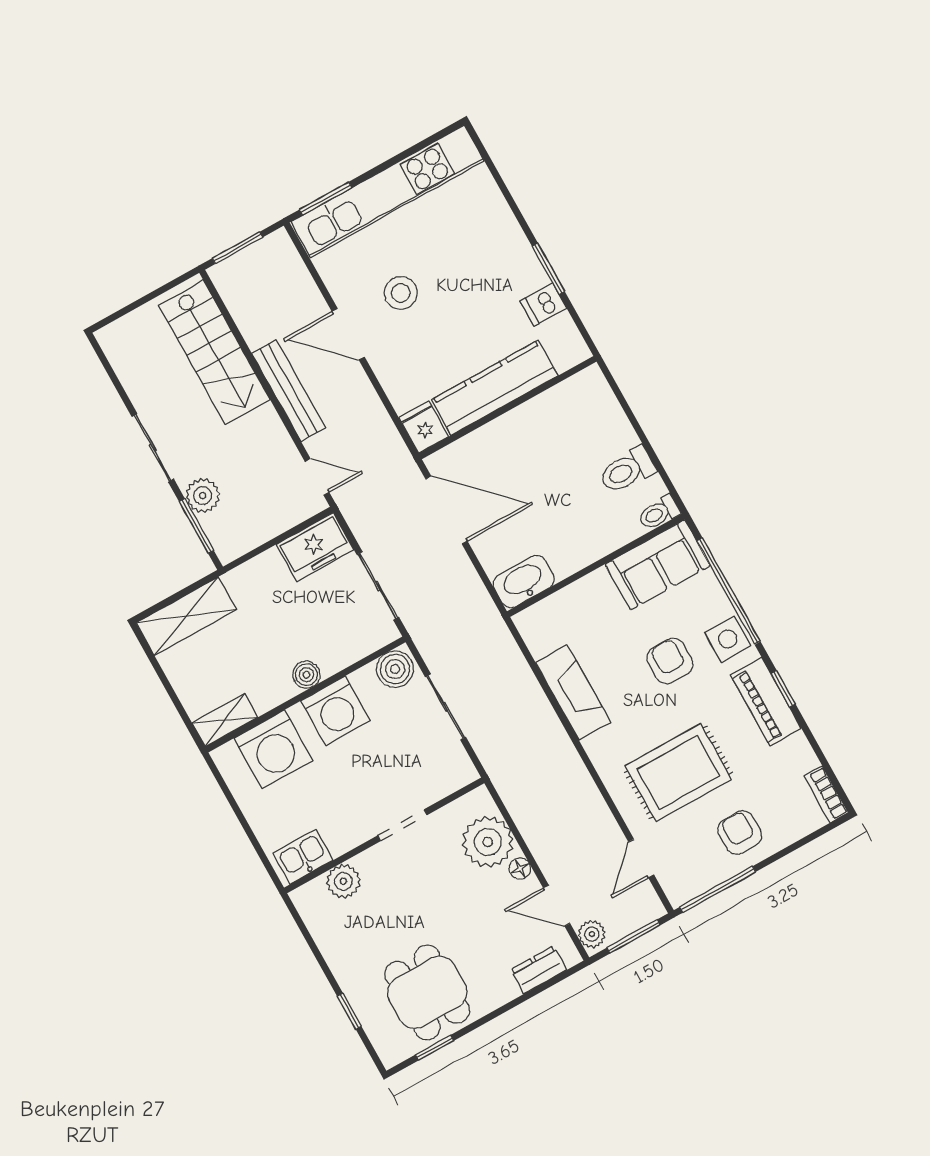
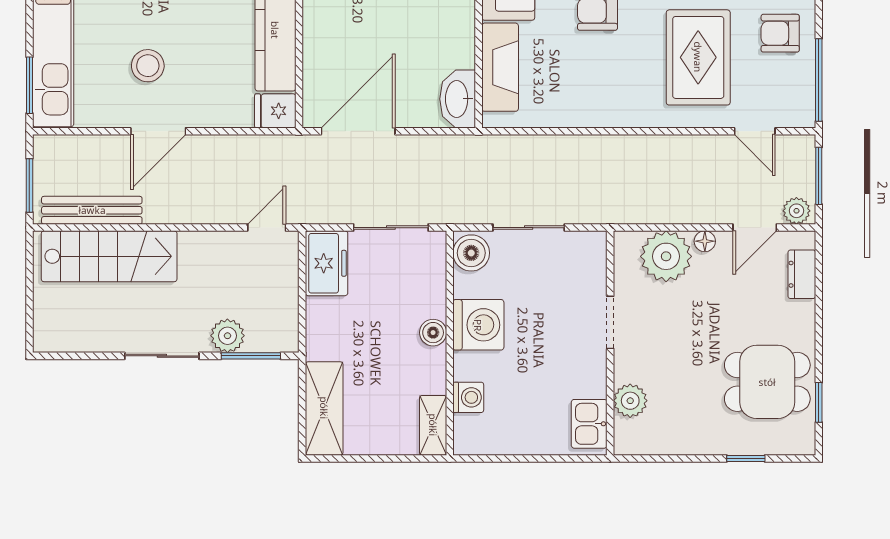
bench: (289, 390) -> (92, 210), moved
fireplace: (573, 692) -> (500, 67), moved, turned 90
washing machine: (273, 749) -> (468, 397), width x0.53, depth x0.53

